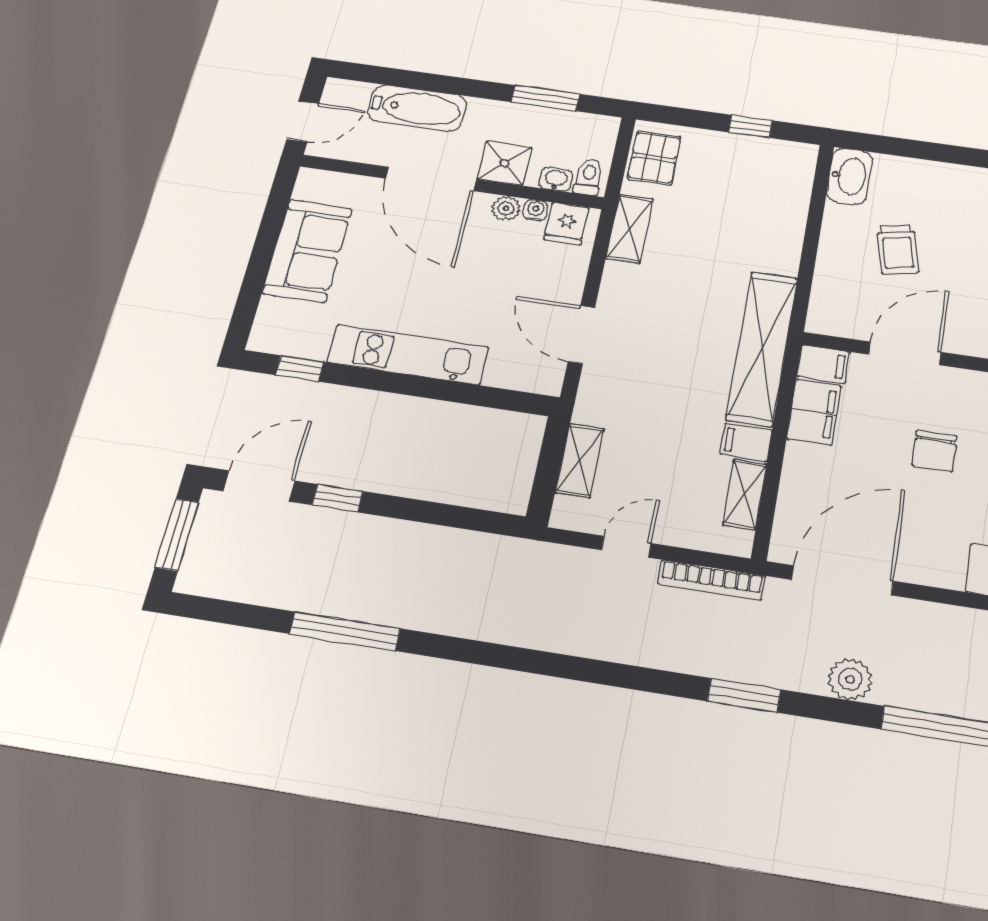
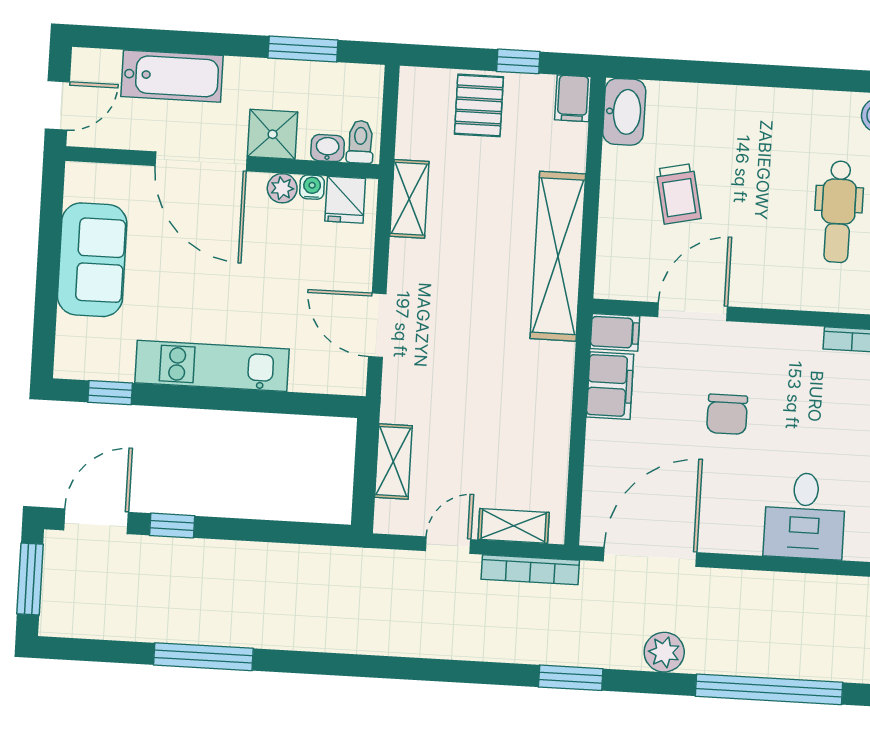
pallet: (654, 158) -> (479, 105), moved
shelving: (762, 348) -> (558, 256), moved
filing cabinet: (746, 442) -> (573, 98), moved, turned -90
shelving: (745, 494) -> (514, 526), moved, turned 90

